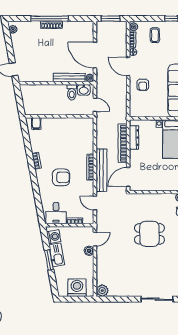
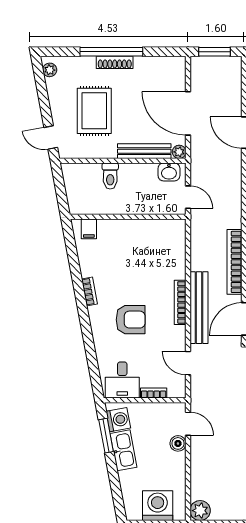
rug: (39, 54) -> (94, 111), added
toilet: (72, 92) -> (110, 176), moved
door: (95, 239) -> (188, 424), hinge flipped
window: (49, 260) -> (106, 436), moved

